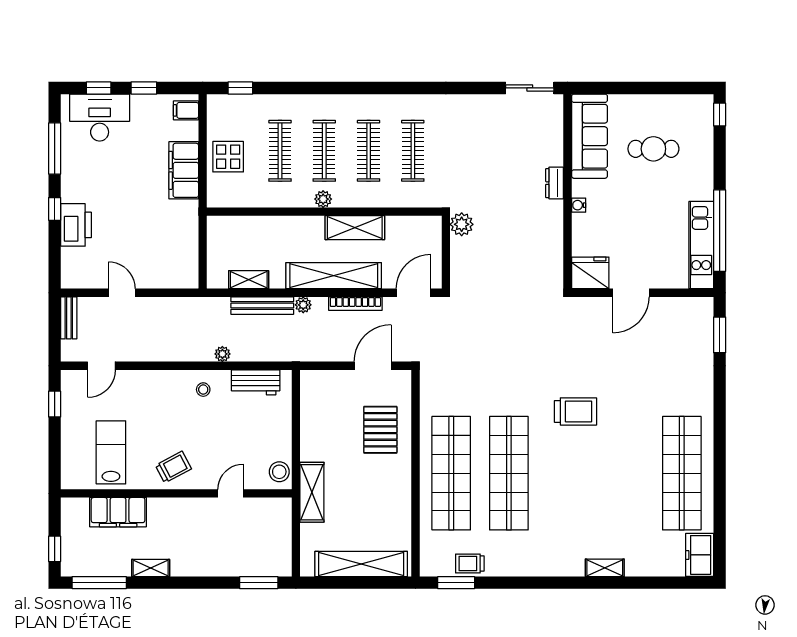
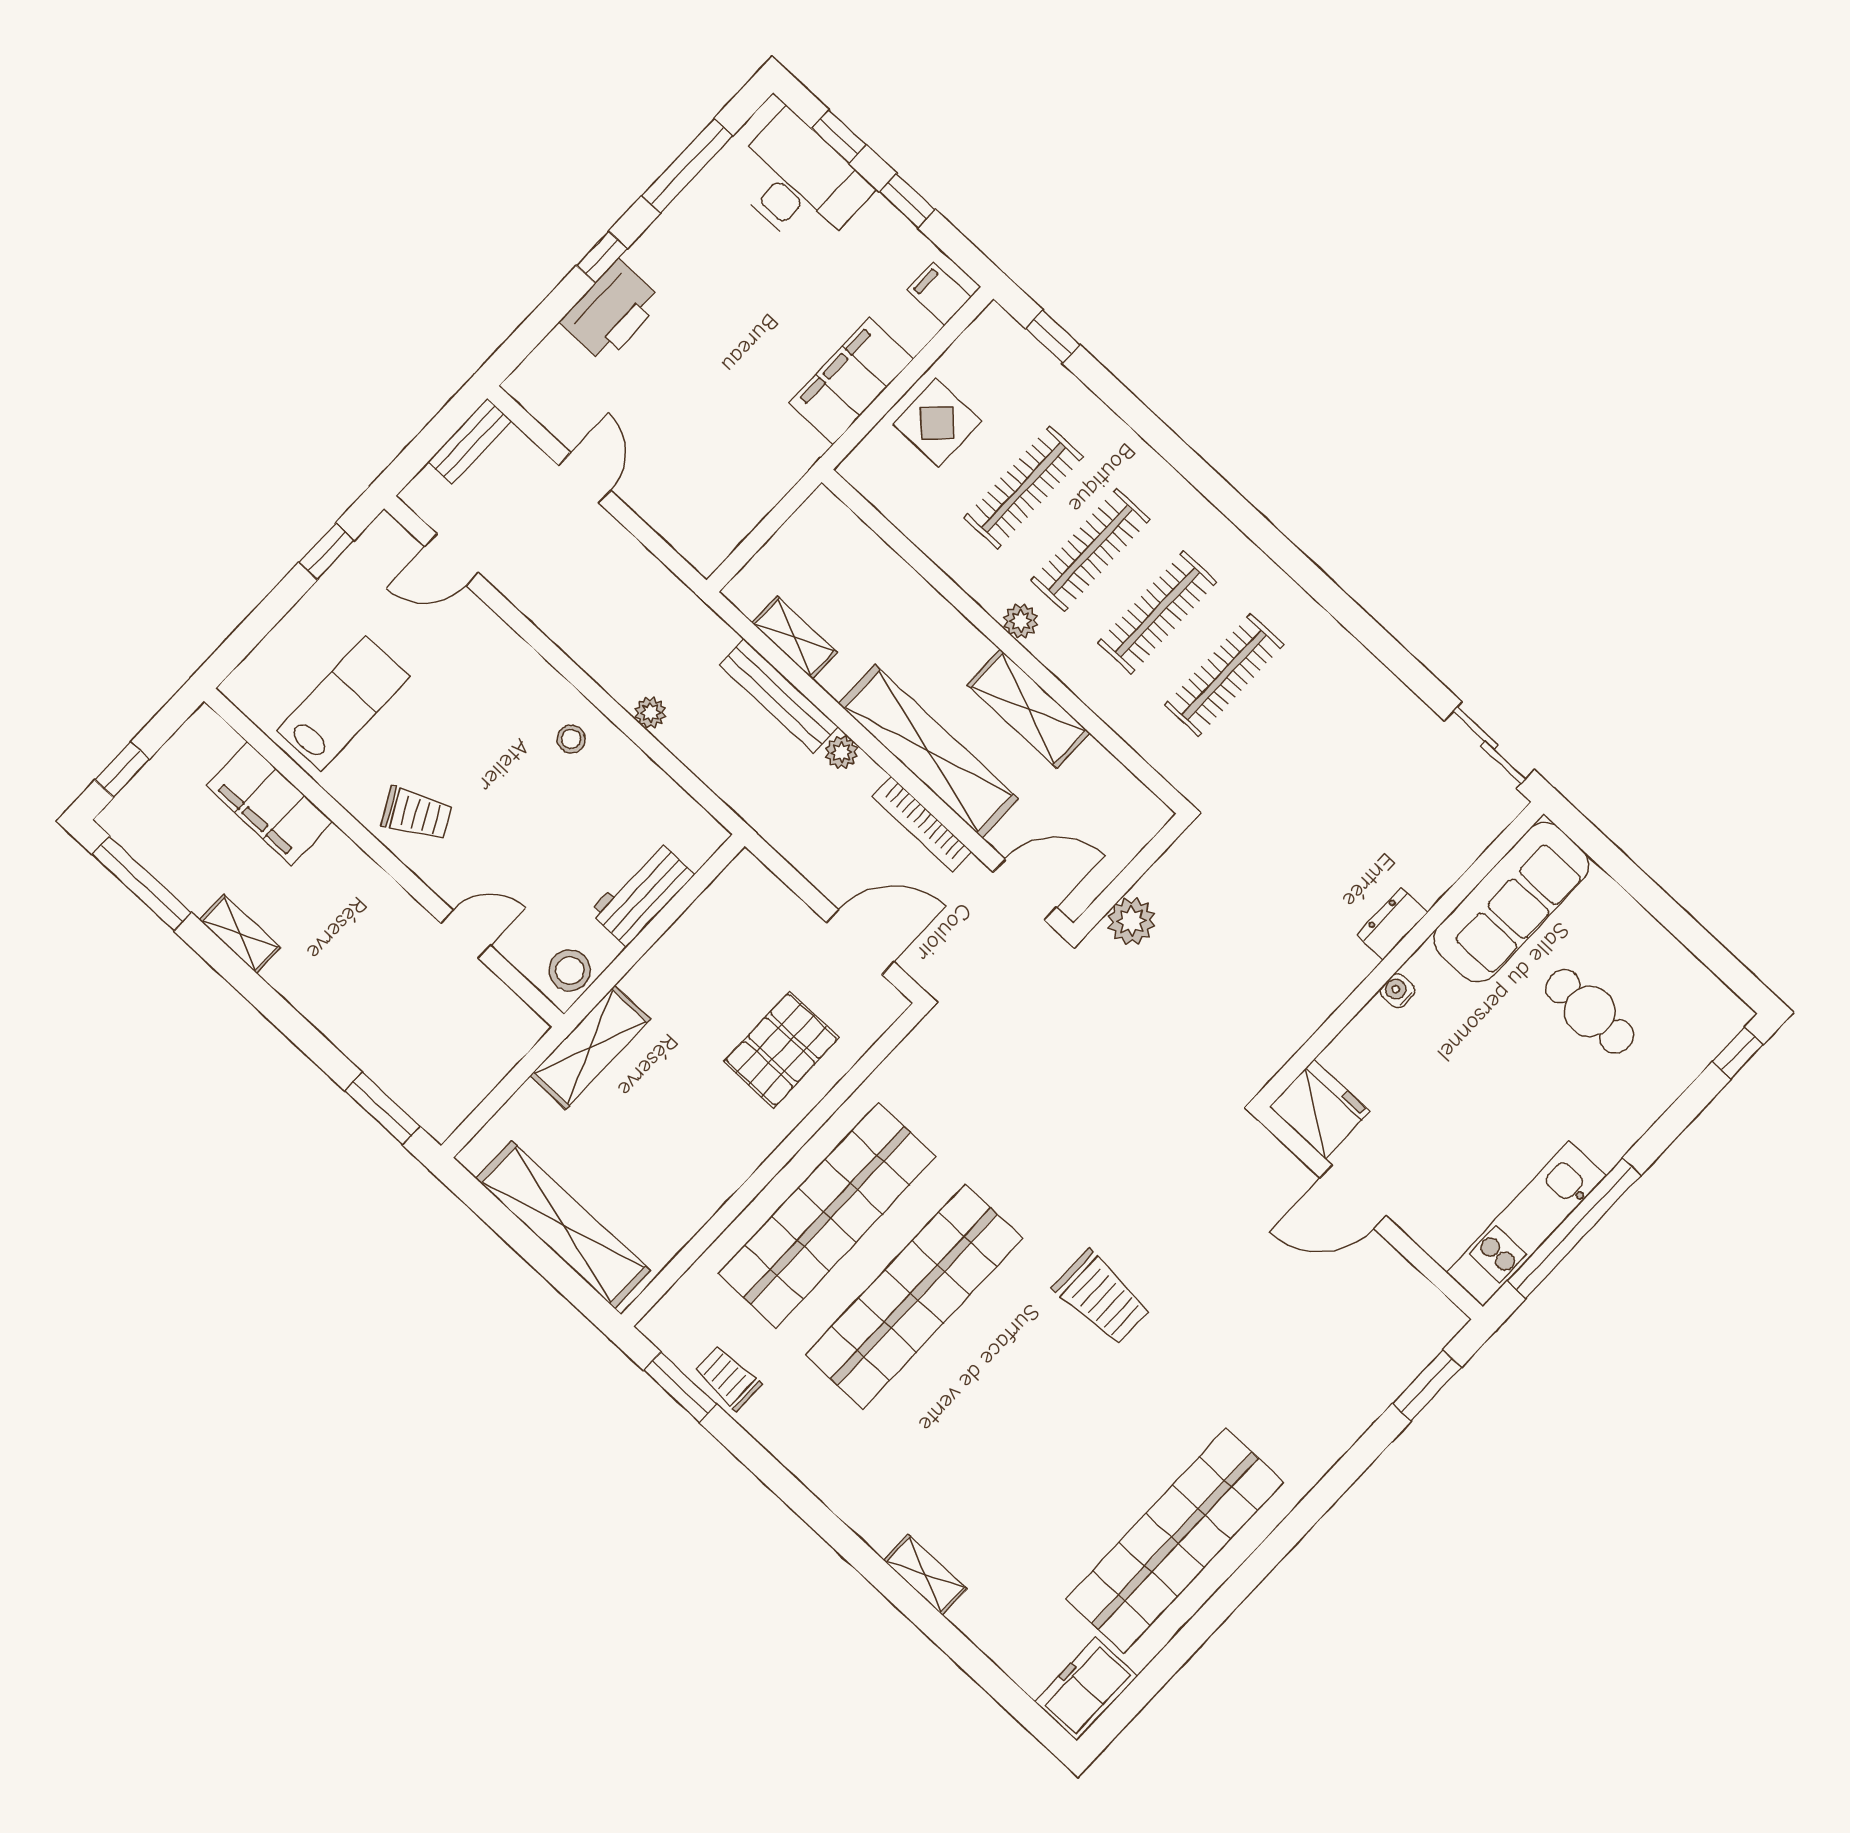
plant: (462, 224) -> (1132, 921), moved
workbench: (256, 382) -> (642, 893), moved, turned 90

